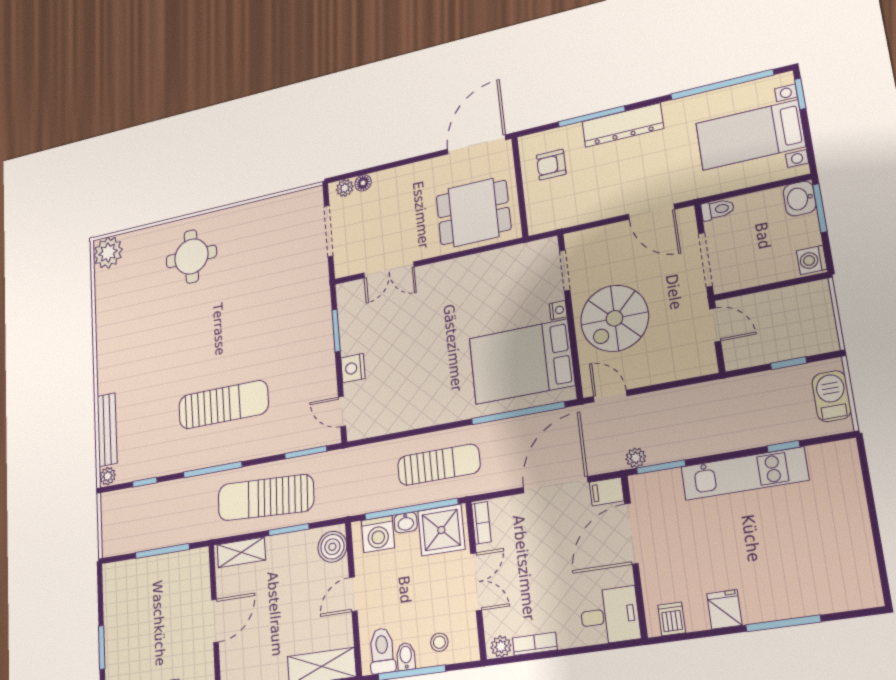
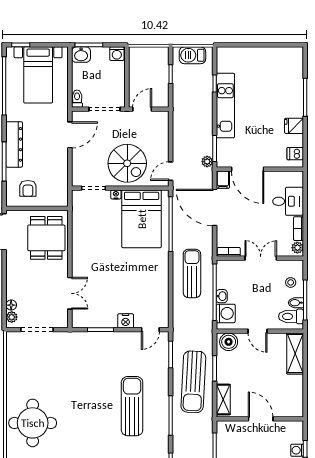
round table: (191, 256) -> (33, 423), width x1.36, depth x1.36
shower: (441, 530) -> (229, 275), removed
desk: (610, 616) -> (288, 201), moved, turned 90

